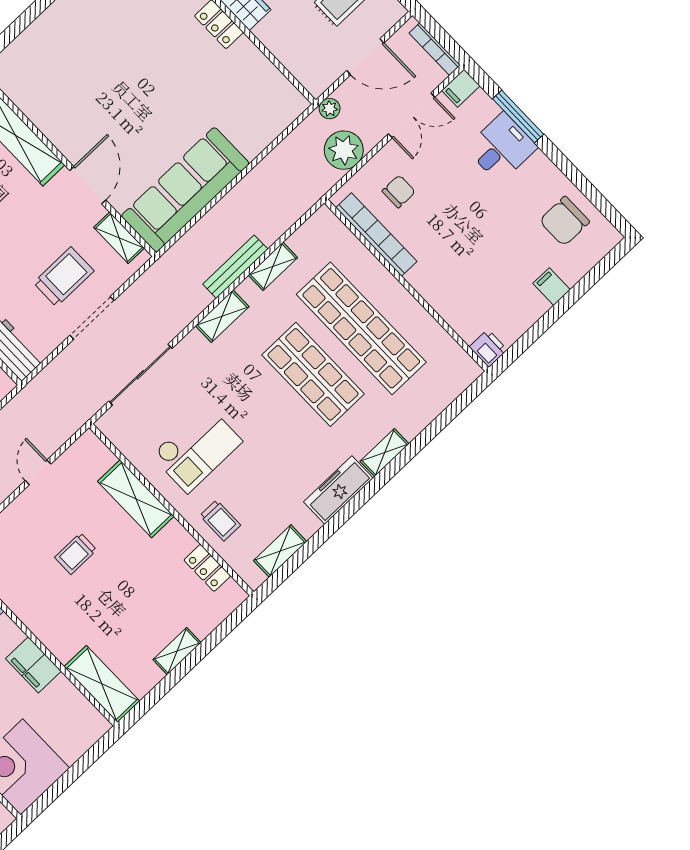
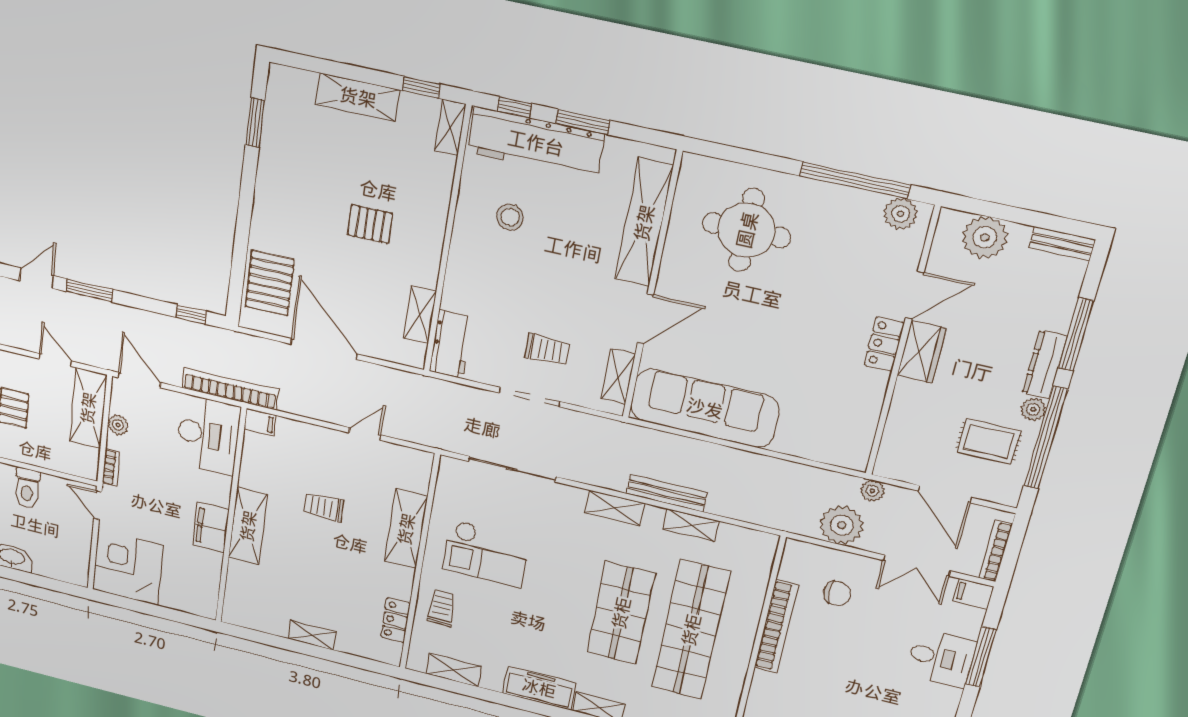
round table: (69, 65) -> (747, 230), added
bookcase: (376, 234) -> (776, 626), moved
trolley: (64, 277) -> (547, 350), width x0.73, depth x0.72
trolley: (220, 520) -> (442, 608), turned 180
shelving: (102, 684) -> (248, 526), moved

